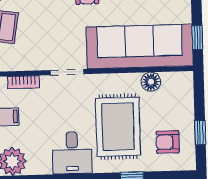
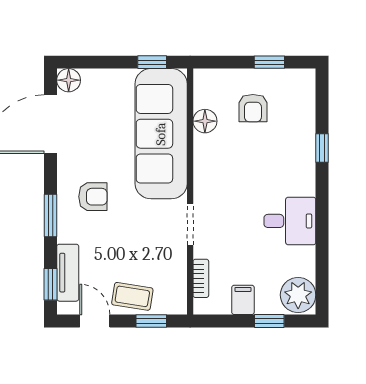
rug: (118, 127) -> (259, 163), removed
armchair: (168, 142) -> (253, 108), moved

